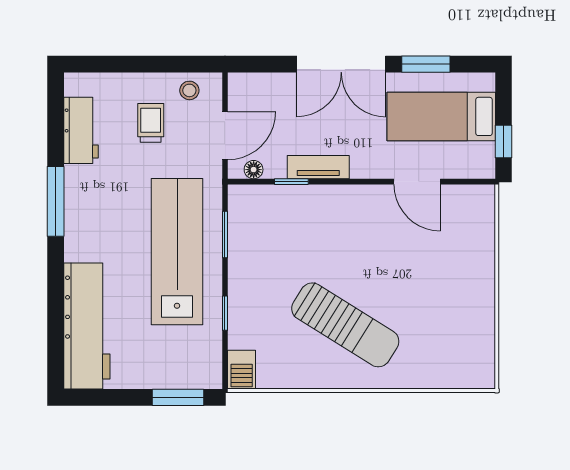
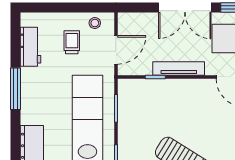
tv unit: (318, 167) -> (179, 68), width x1.41
floor lamp: (254, 170) -> (133, 70), removed

